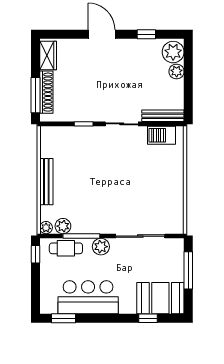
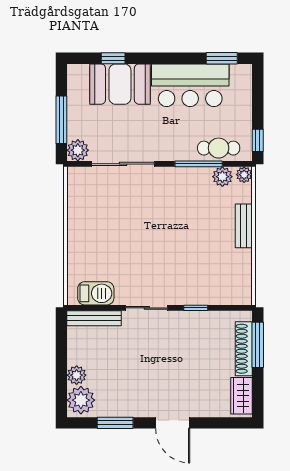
window: (146, 34) -> (115, 423), width x1.50
bench: (46, 182) -> (244, 226), width x0.73
plant: (101, 247) -> (78, 150), moved
booth: (160, 298) -> (120, 84), moved

